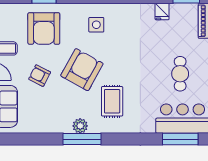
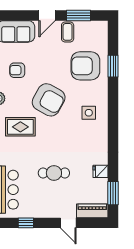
cafe table: (180, 74) -> (54, 173), moved
armchair: (40, 76) -> (17, 70), moved, turned -117

